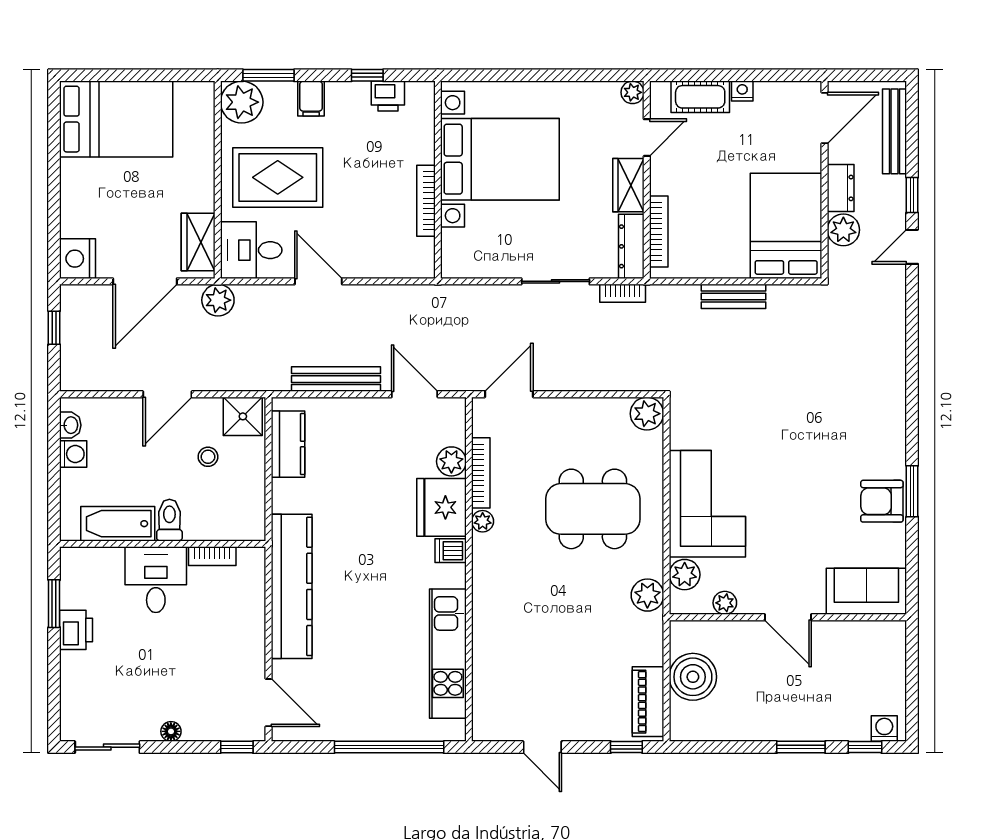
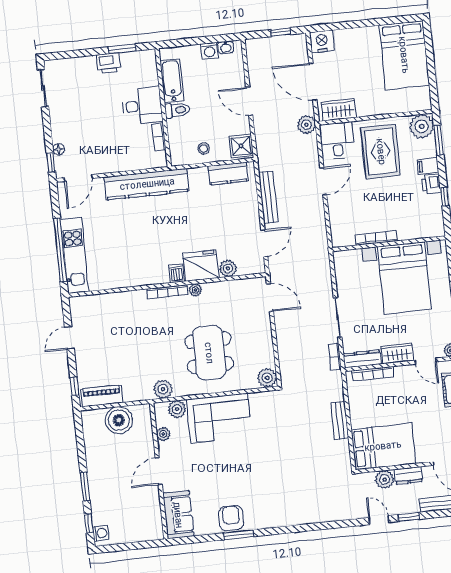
printer: (388, 96) -> (431, 184), moved
stool: (208, 457) -> (204, 149), moved
bookcase: (481, 473) -> (168, 292), moved
kitchen unit: (448, 654) -> (75, 256), moved, turned 90
floor lamp: (171, 731) -> (59, 149), moved

